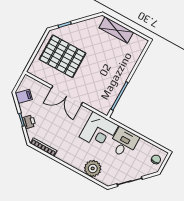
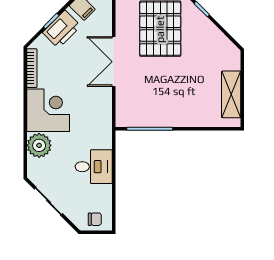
shelving: (116, 30) -> (231, 94), moved
printer: (29, 122) -> (62, 29), width x1.87, depth x1.48
corner desk: (99, 131) -> (48, 110), moved, turned 180

